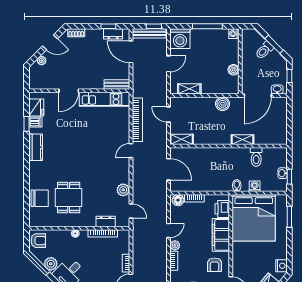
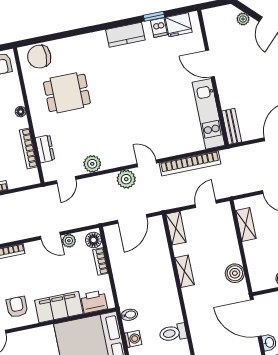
shelving: (242, 140) -> (185, 271), moved
plant: (139, 168) -> (126, 179), added
chair: (40, 198) -> (39, 57), moved, turned 90
plant: (175, 245) -> (69, 241), moved
armchair: (215, 265) -> (17, 307), turned 90

